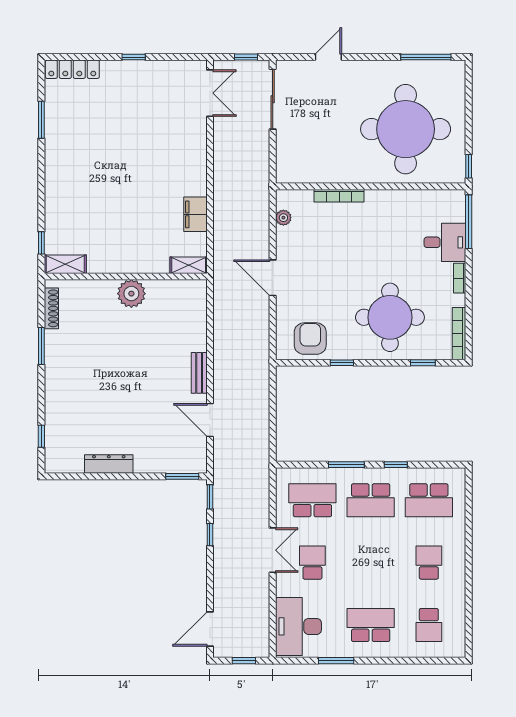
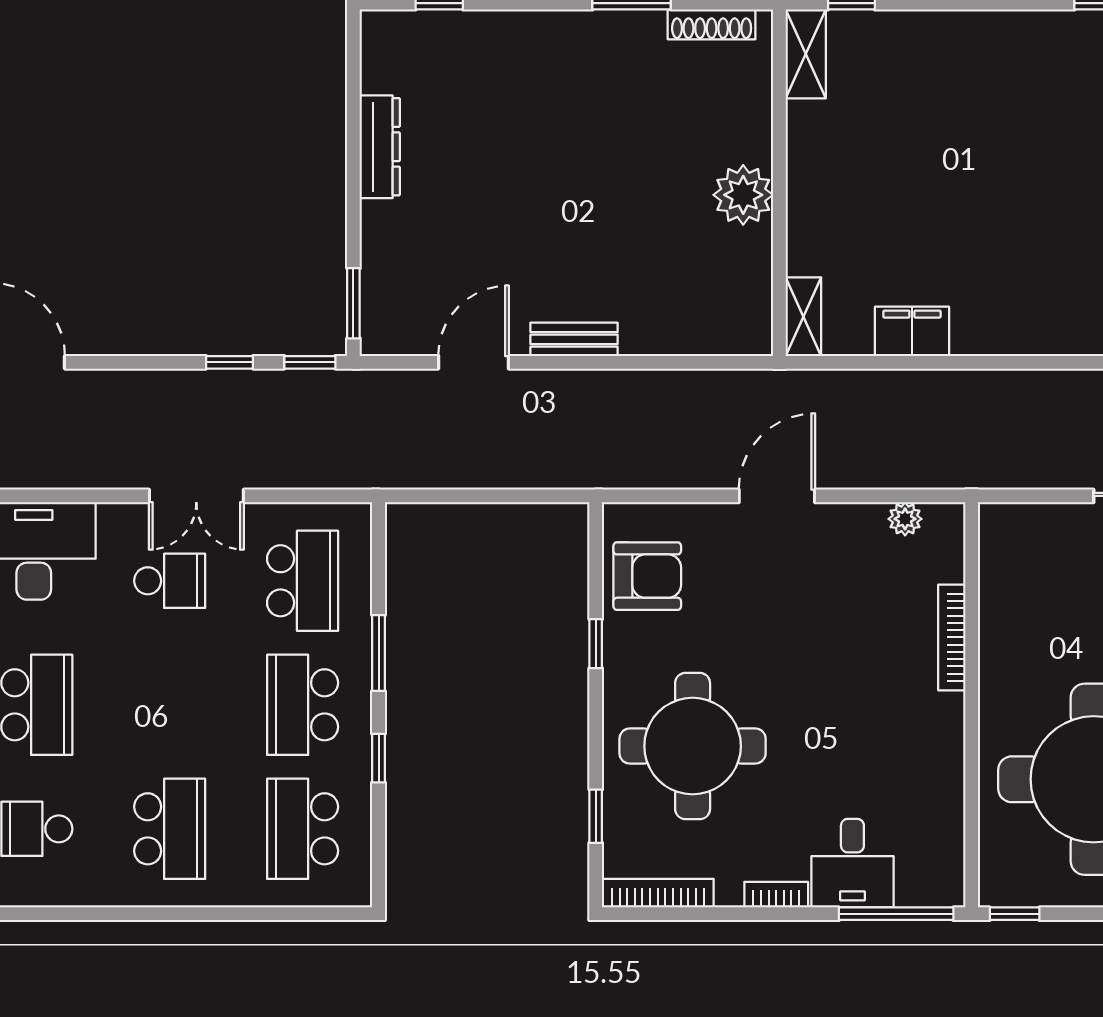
school desk: (429, 563) -> (170, 829), width x1.85

